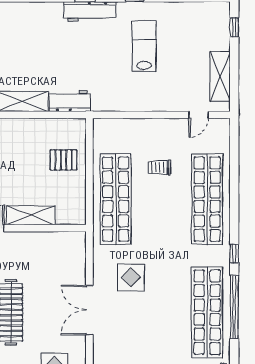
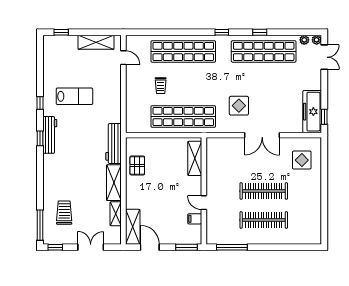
lab bench: (144, 46) -> (74, 96), turned 180
workbench: (70, 101) -> (114, 143), width x1.37
pallet: (64, 160) -> (137, 165), moved
shelving: (31, 215) -> (195, 158), moved
window: (234, 307) -> (260, 32), width x0.32

